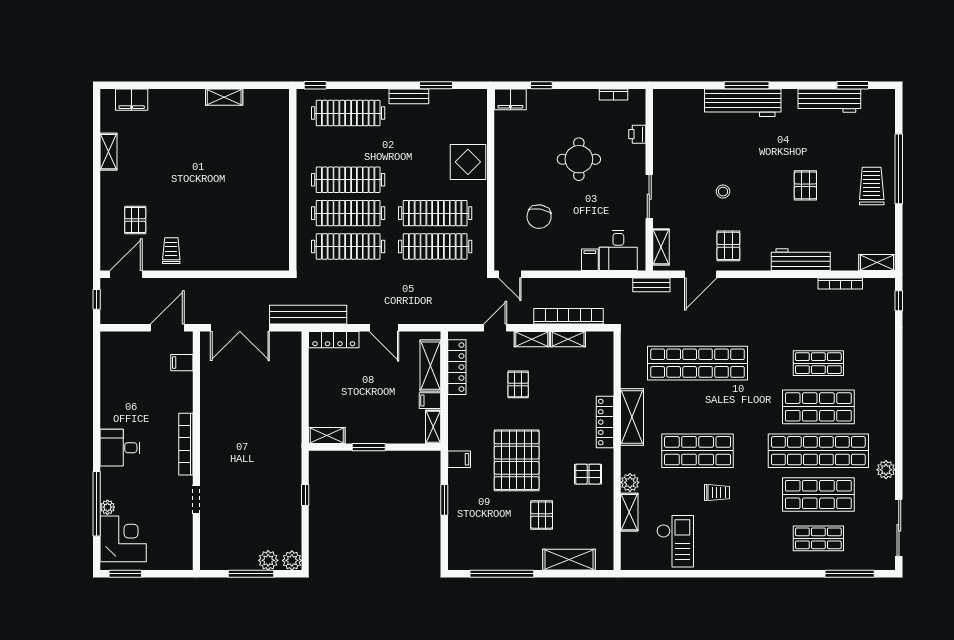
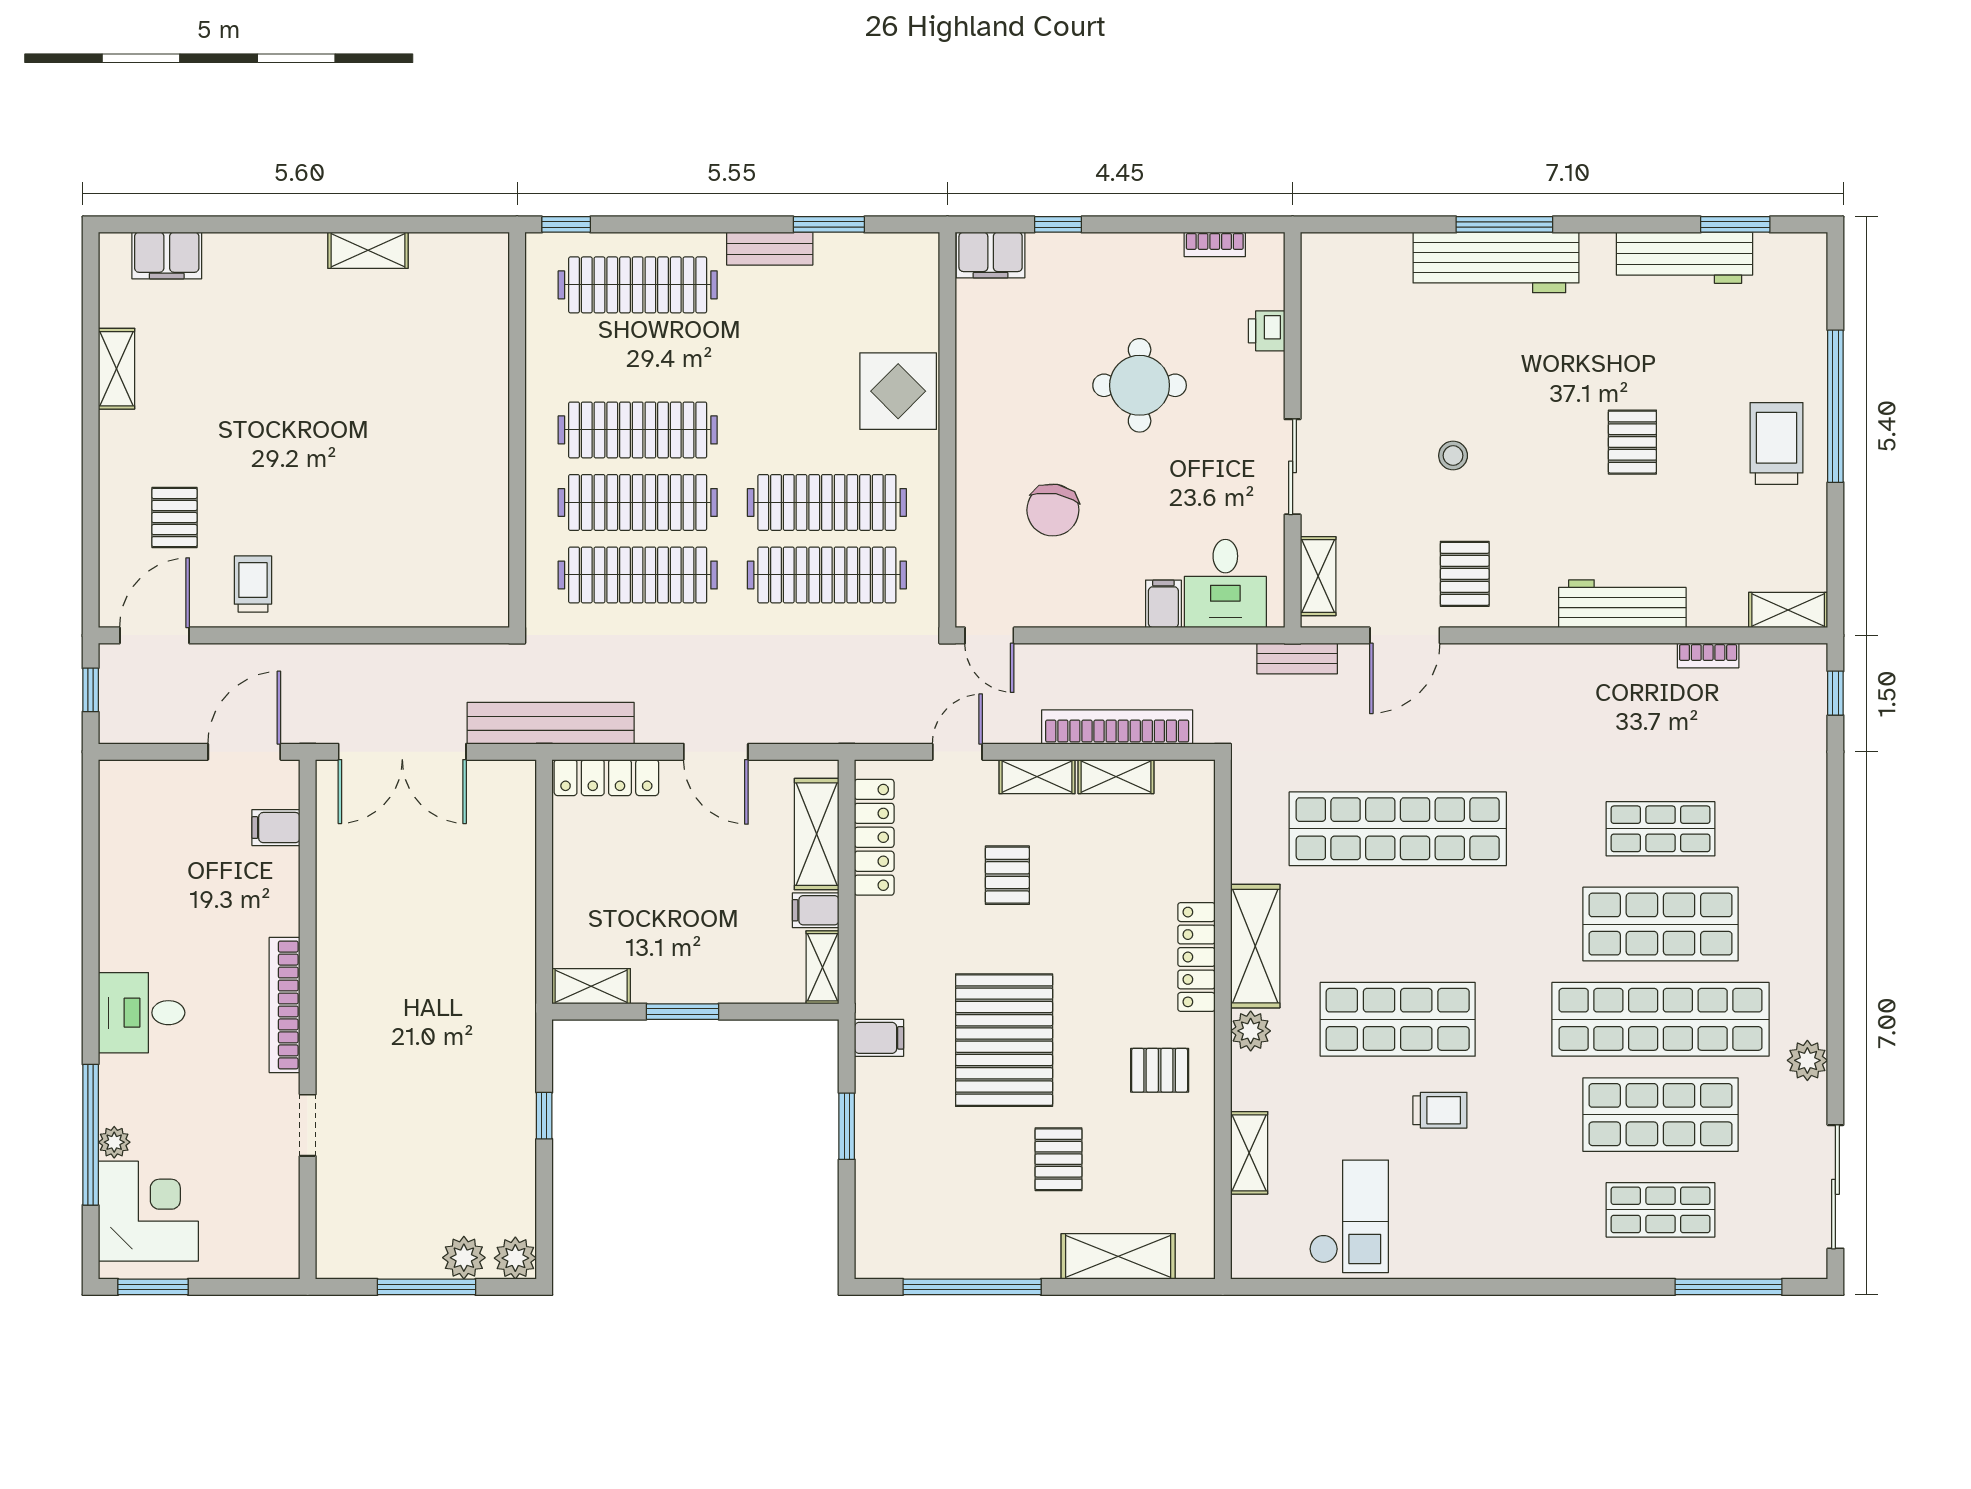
bookcase: (840, 283) -> (1708, 655), width x0.64
plant: (630, 482) -> (1251, 1031), moved

